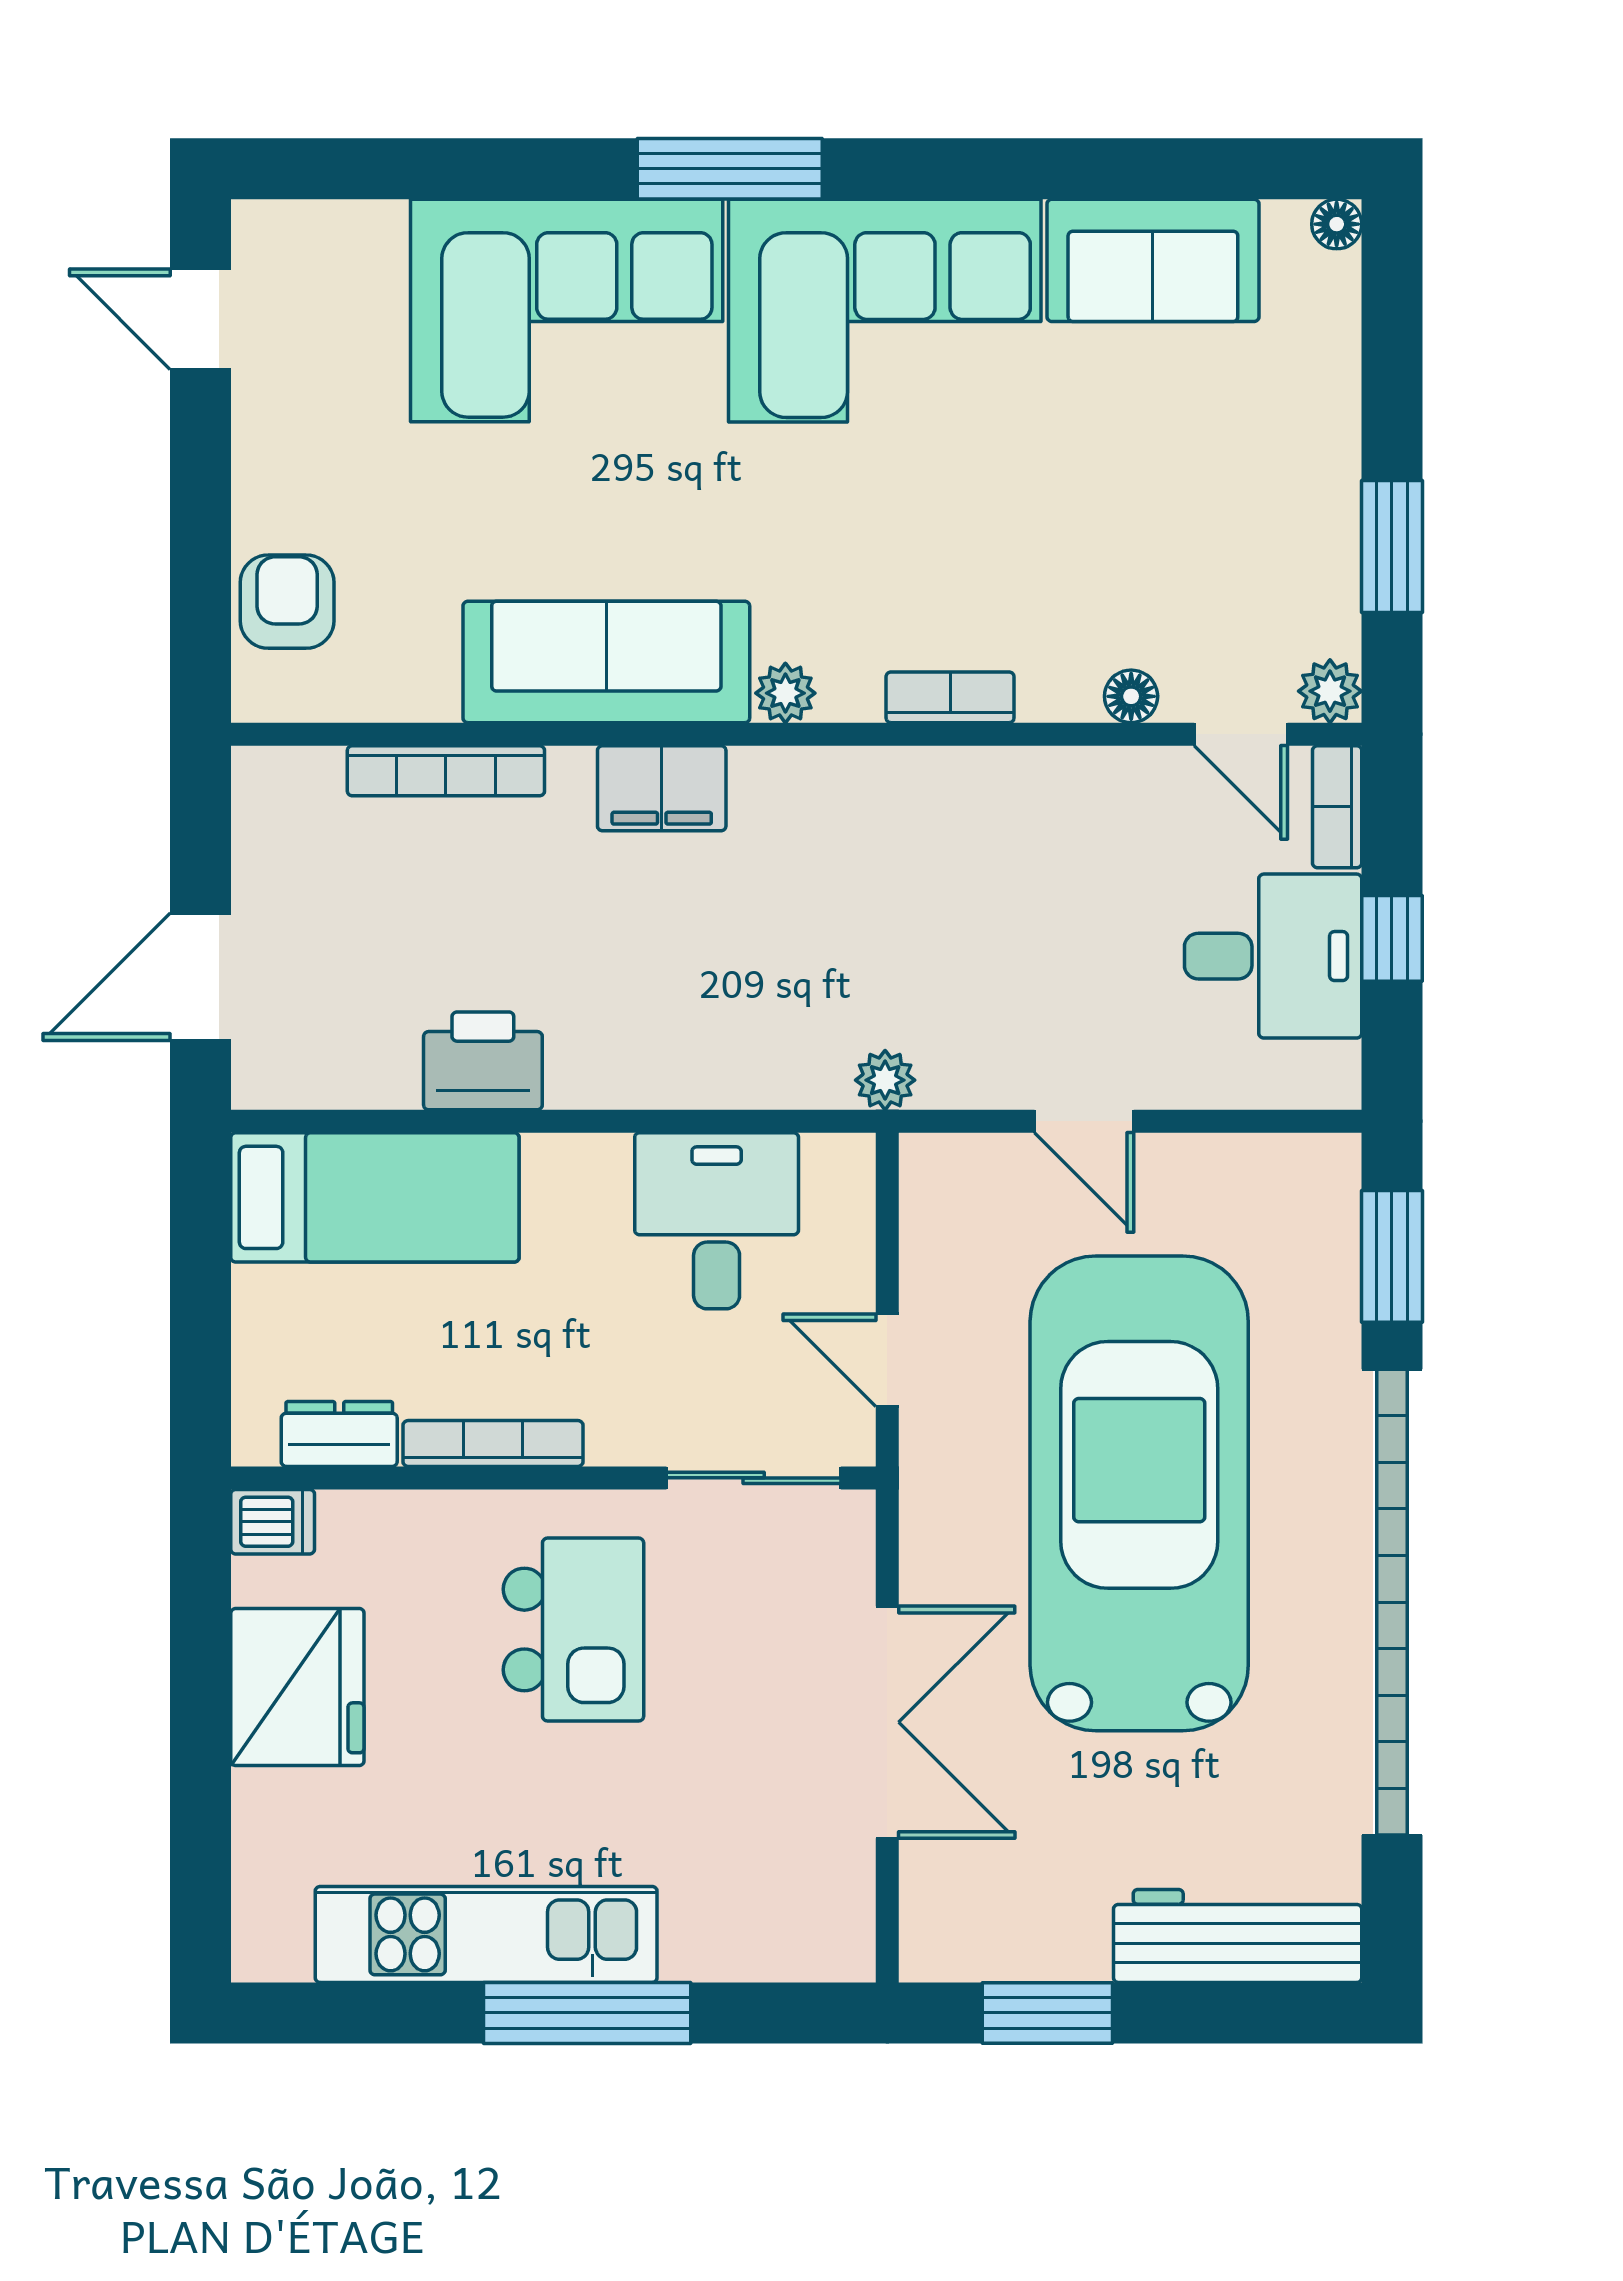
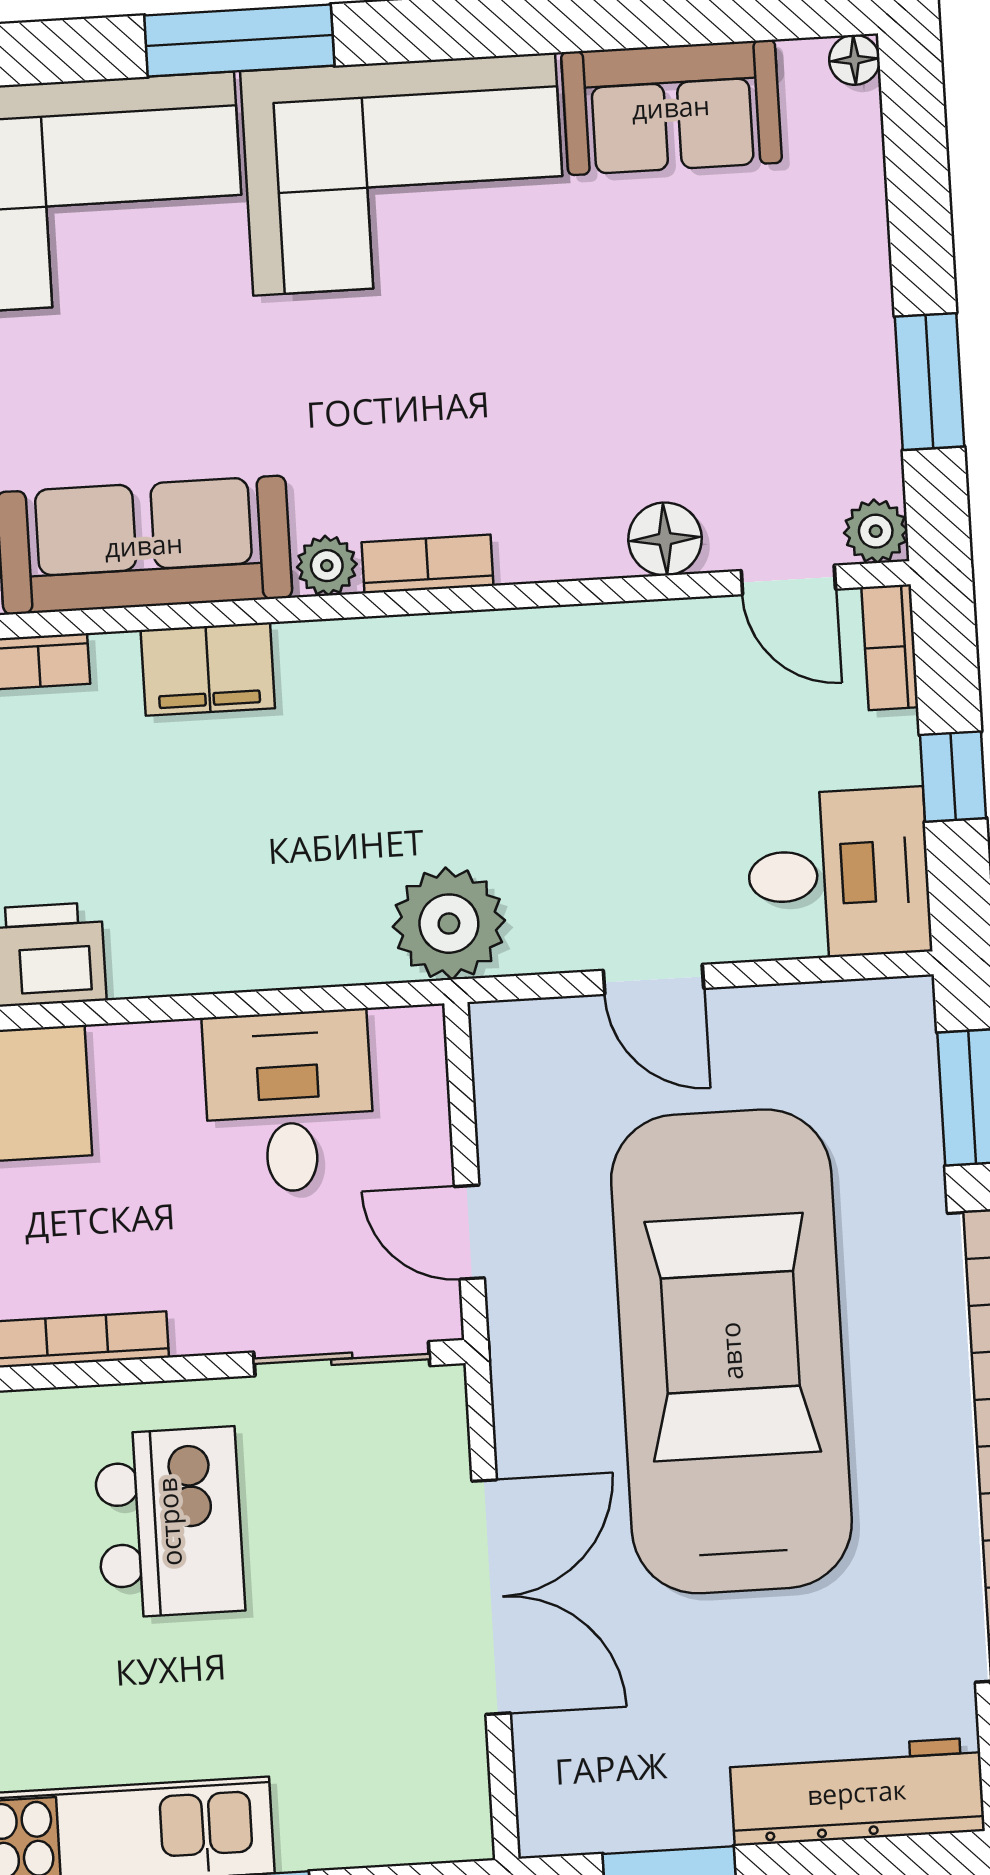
floor lamp: (1131, 696) -> (665, 539), width x1.37, depth x1.37
bookcase: (950, 697) -> (428, 564), moved
desk: (1273, 956) -> (839, 874), moved
plant: (885, 1080) -> (449, 924), width x1.88, depth x1.88

